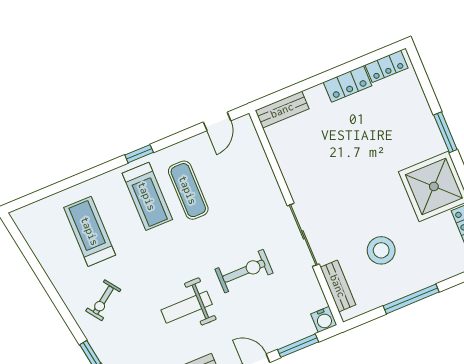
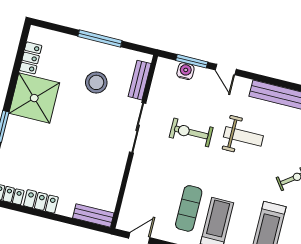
water cooler: (324, 319) -> (185, 71), moved

